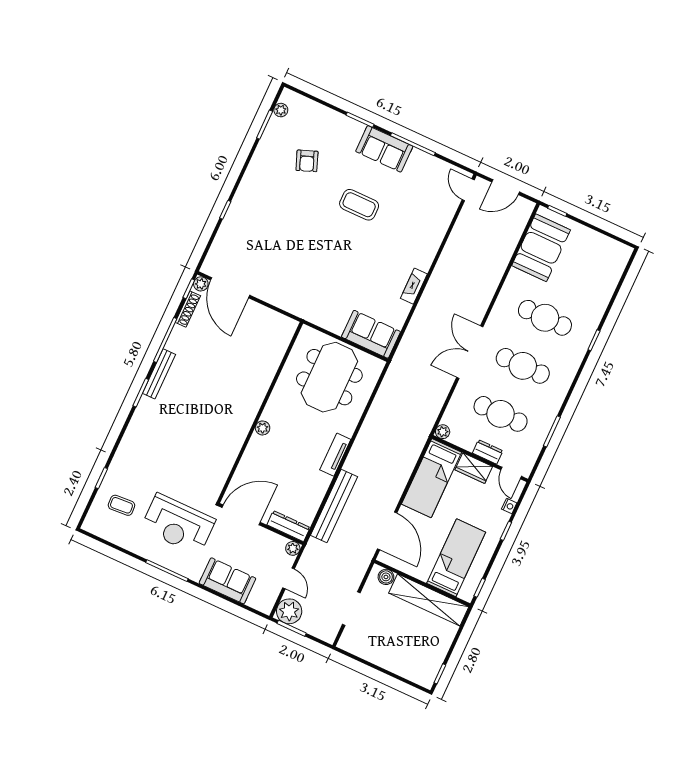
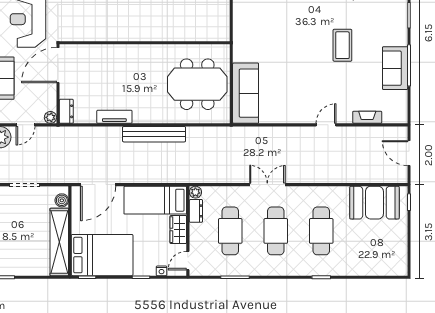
sofa: (384, 149) -> (395, 68), moved
door: (468, 190) -> (326, 125), moved
fireplace: (414, 286) -> (367, 117), moved
sofa: (371, 334) -> (246, 93), width x1.36
double door: (470, 352) -> (267, 185), width x0.73
plant: (263, 428) -> (134, 50), removed
dresser: (488, 452) -> (196, 211), moved
tv unit: (335, 455) -> (114, 117), moved
bench: (334, 506) -> (154, 134), moved
door: (241, 515) -> (58, 65), swing flipped
dresser: (288, 526) -> (66, 111), width x0.70
bed: (456, 558) -> (102, 255), width x1.50

